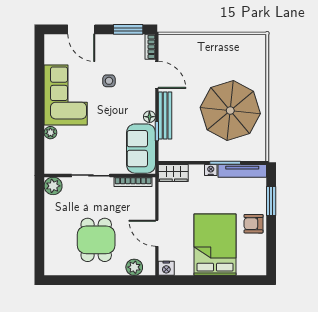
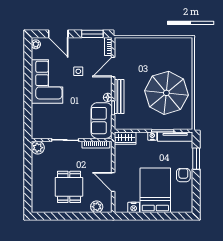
door: (157, 75) -> (113, 67), swing flipped
plant: (50, 133) -> (36, 44), moved
armchair: (254, 224) -> (183, 175), turned 90
nightstand: (166, 268) -> (134, 207), moved

